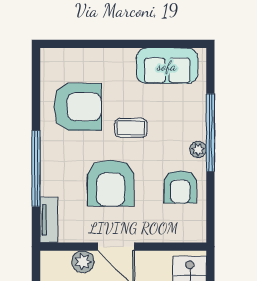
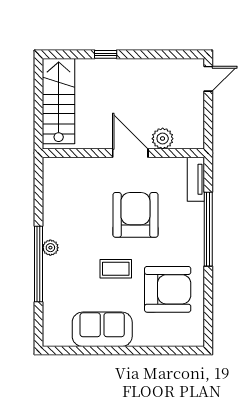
sofa: (167, 66) -> (102, 329), moved
armchair: (78, 107) -> (168, 289), turned 180
armchair: (180, 187) -> (68, 211), removed

